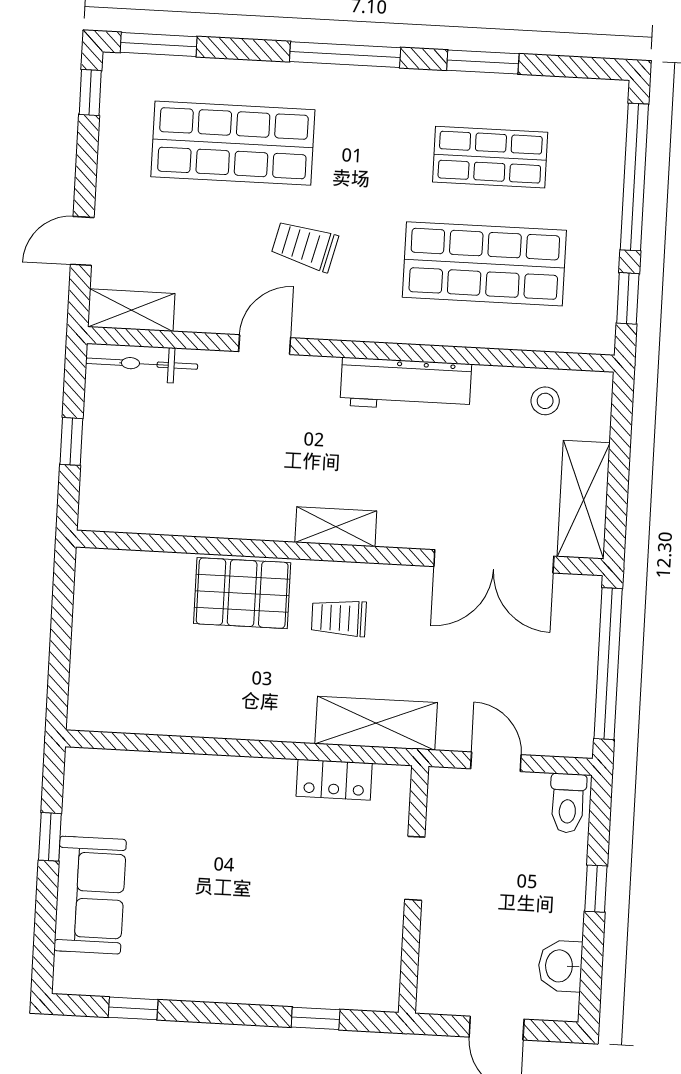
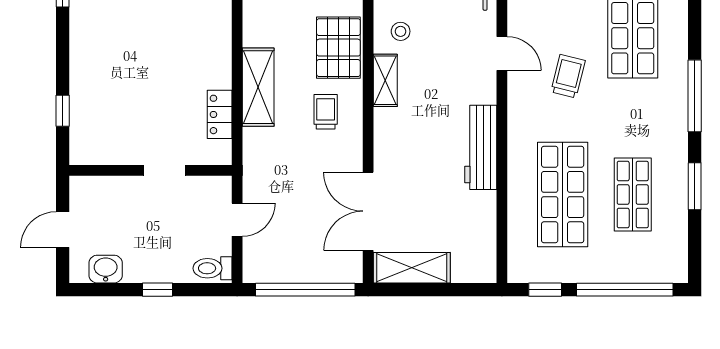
stool: (545, 401) -> (401, 31), moved
shelving: (336, 527) -> (385, 80), moved
shelving: (376, 723) -> (258, 87), moved

